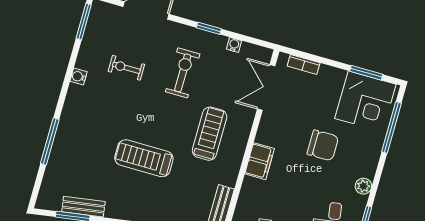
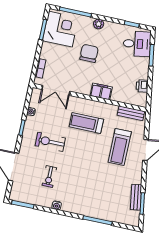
treadmill: (144, 158) -> (120, 147), moved
plant: (363, 186) -> (99, 24), moved

